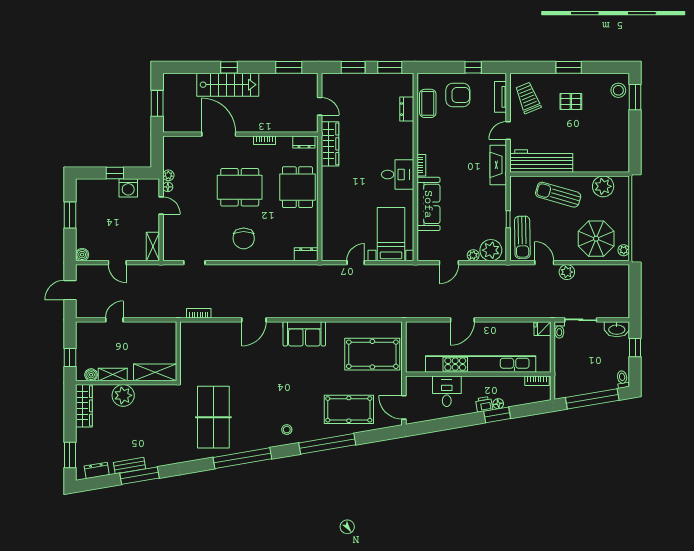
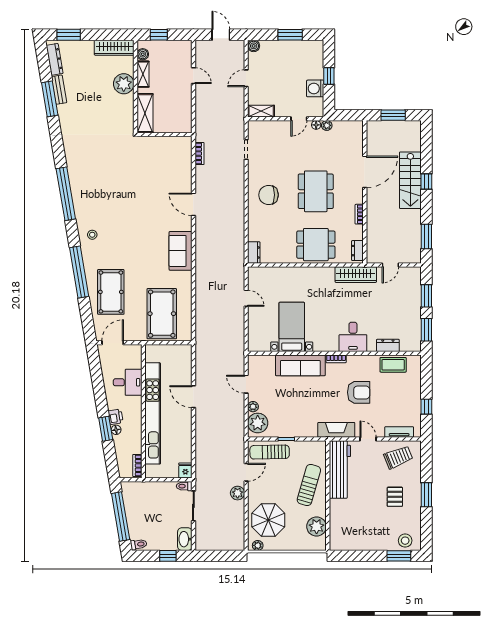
armchair: (458, 95) -> (359, 392), moved, turned -90
desk: (398, 175) -> (353, 337), moved
bed with nightstands: (391, 234) -> (292, 327), moved, turned -90
table tennis table: (213, 417) -> (104, 167), removed
dresser: (97, 470) -> (54, 59), width x1.44

